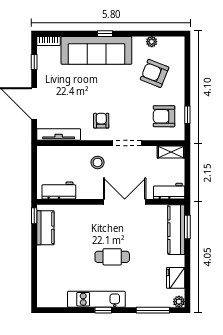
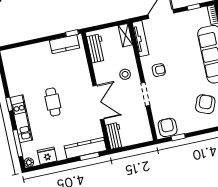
armchair: (164, 116) -> (168, 127), moved
shelving: (171, 152) -> (125, 35), moved
kitchen unit: (96, 299) -> (21, 119), moved

